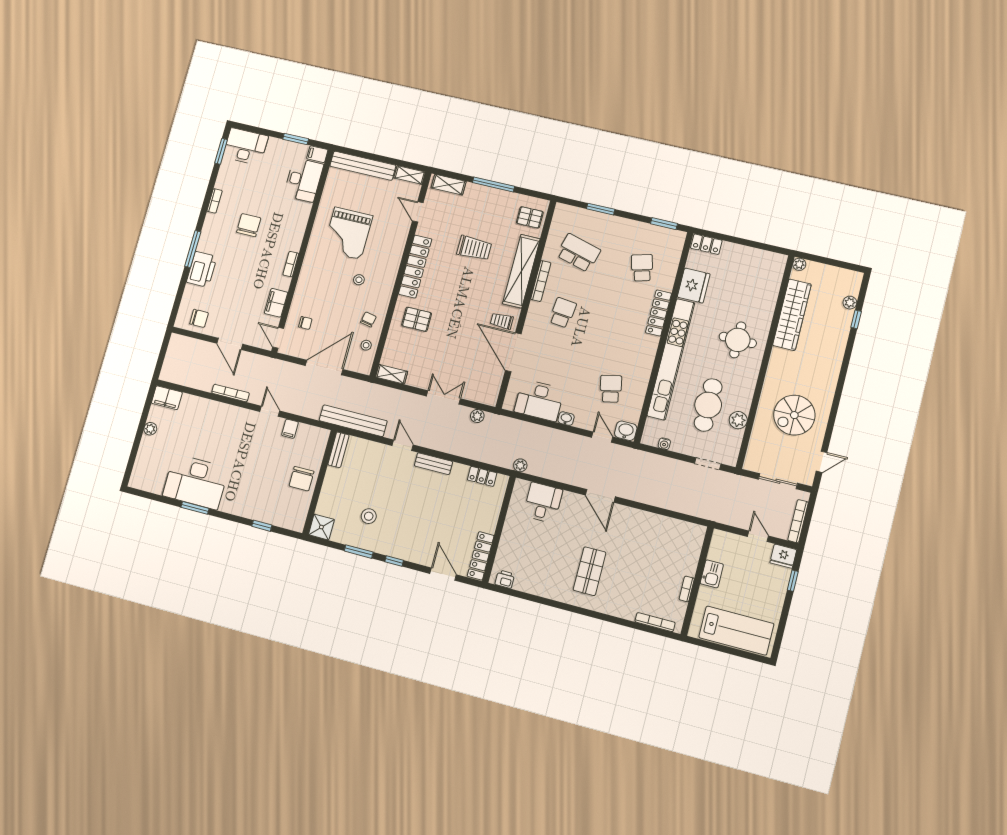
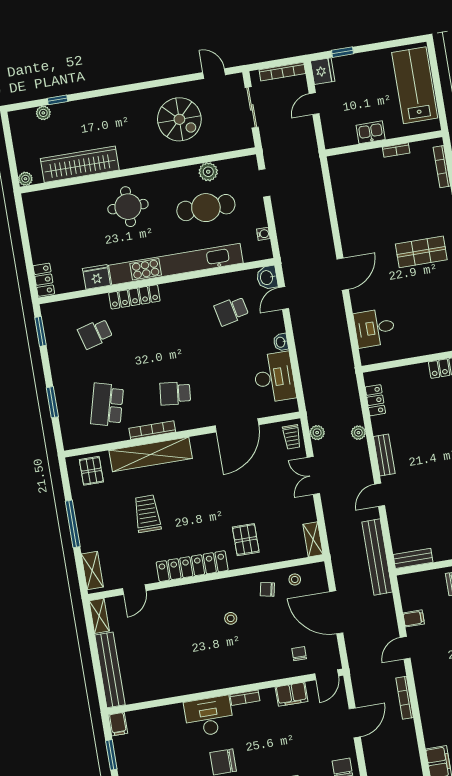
desk: (303, 180) -> (209, 716), moved
grand piano: (348, 233) -> (188, 653), removed
fridge: (694, 286) -> (96, 277), width x0.73, depth x0.75
trolley: (502, 321) -> (292, 437), moved
plant: (520, 465) -> (358, 433), moved

